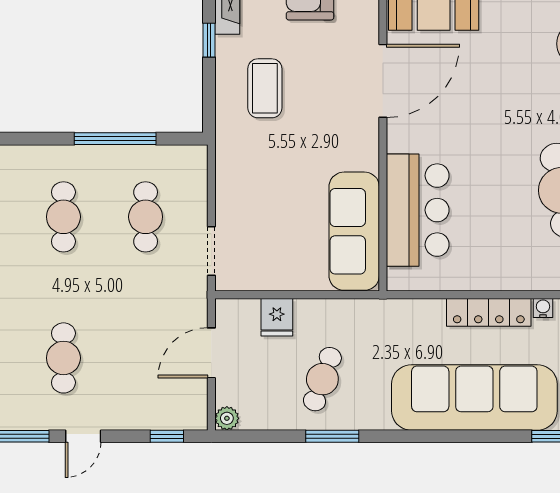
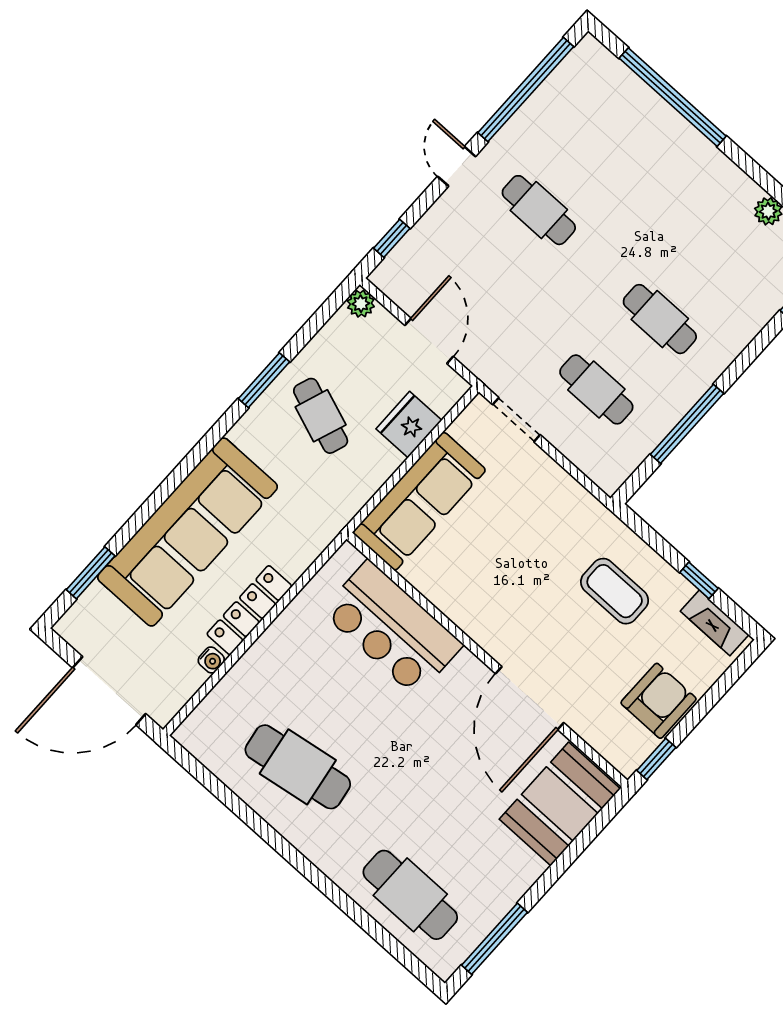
sofa: (354, 231) -> (419, 501), moved, turned 90
fridge: (277, 317) -> (409, 425), width x1.38

